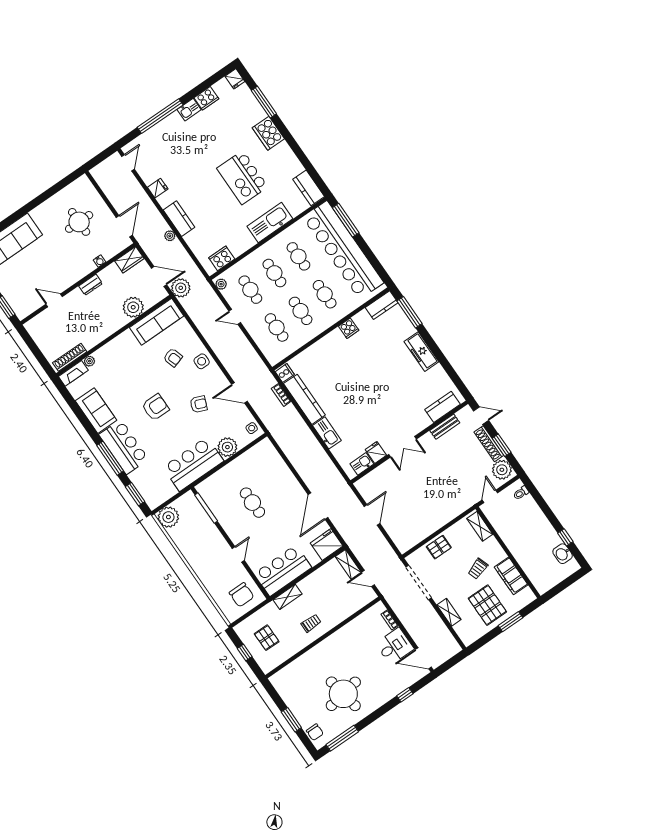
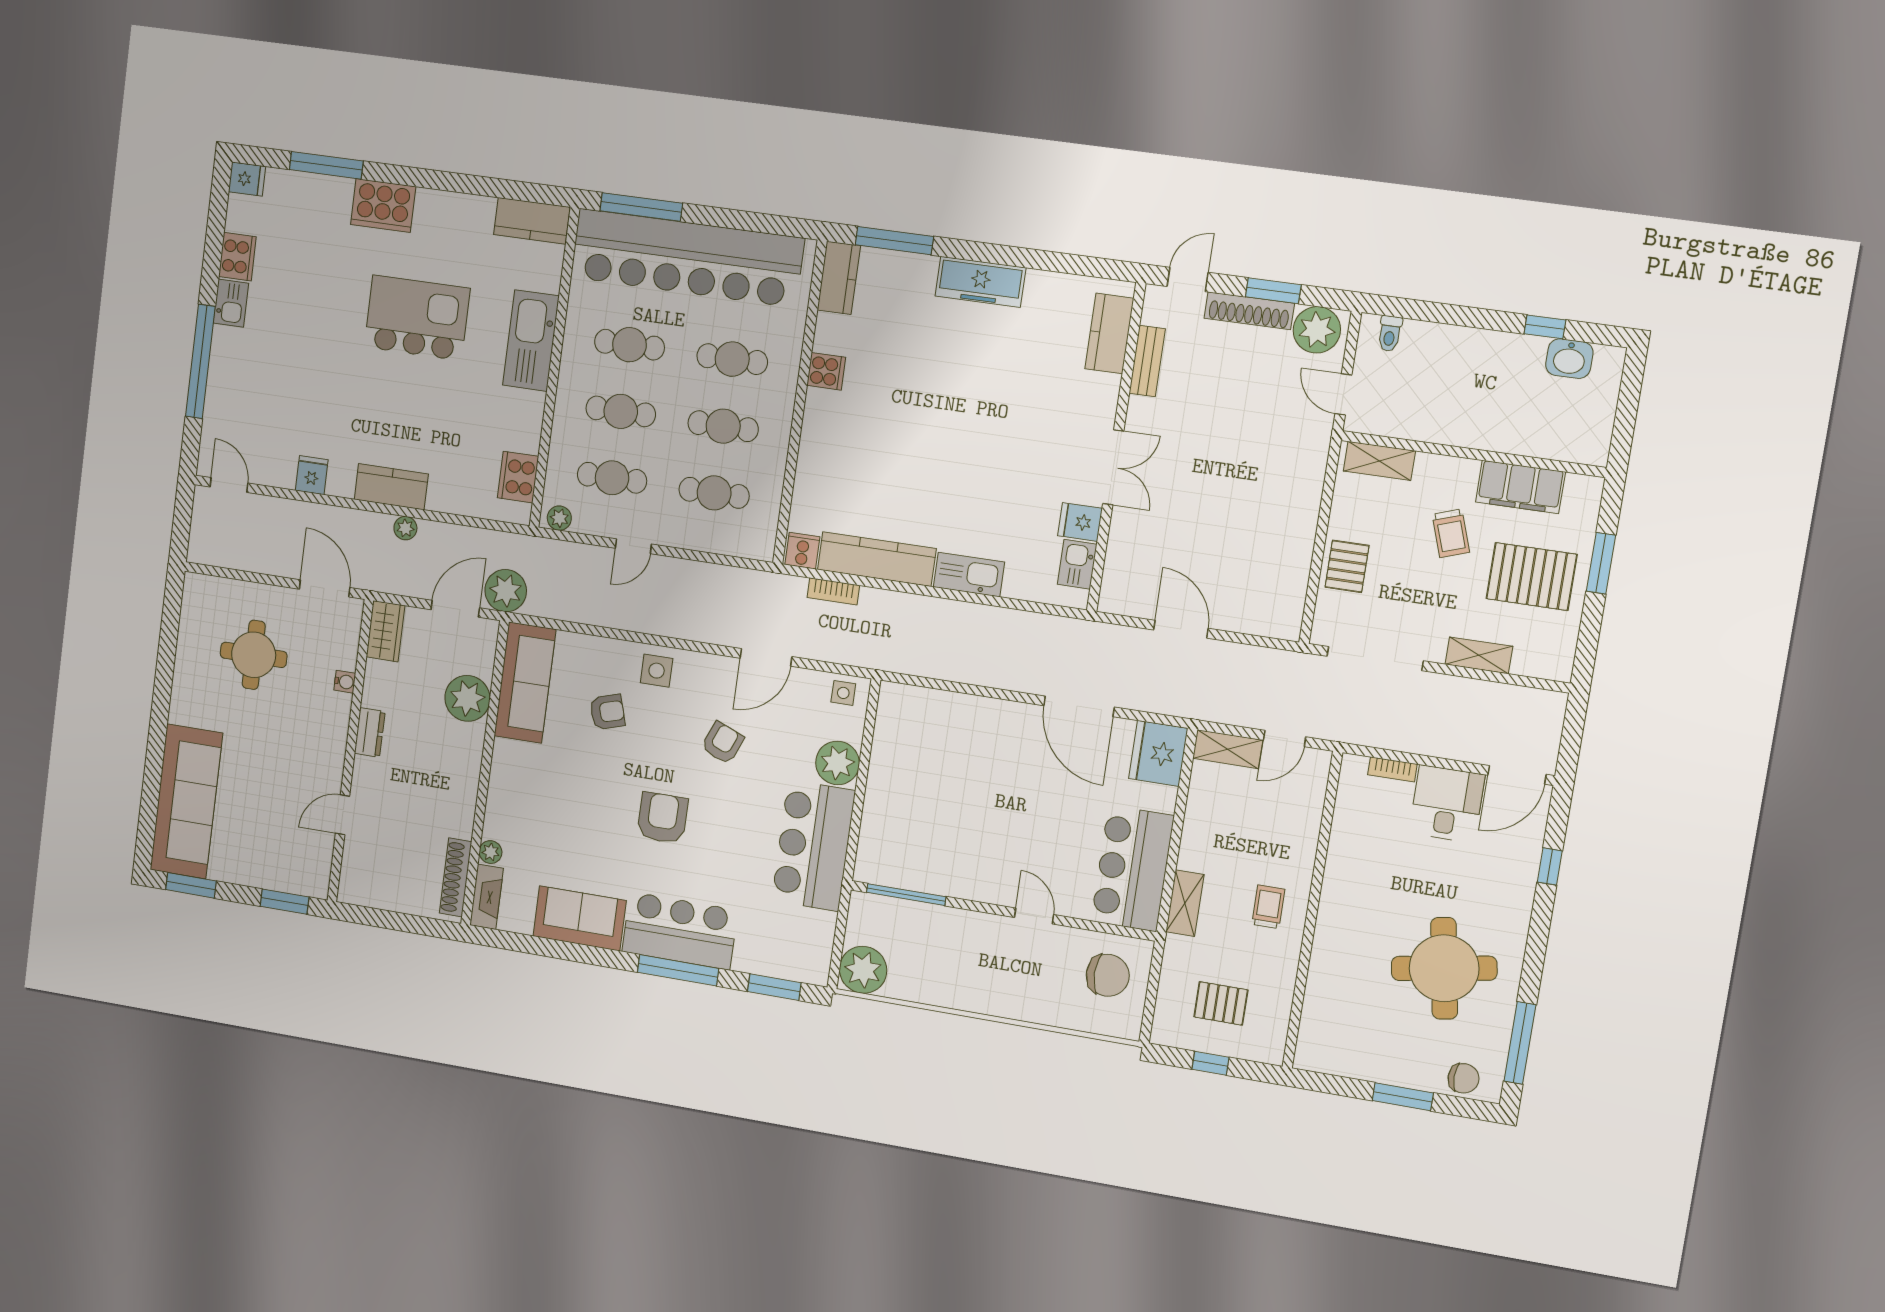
kitchen island: (242, 178) -> (417, 318), turned 180
cafe table: (252, 503) -> (969, 810), removed

